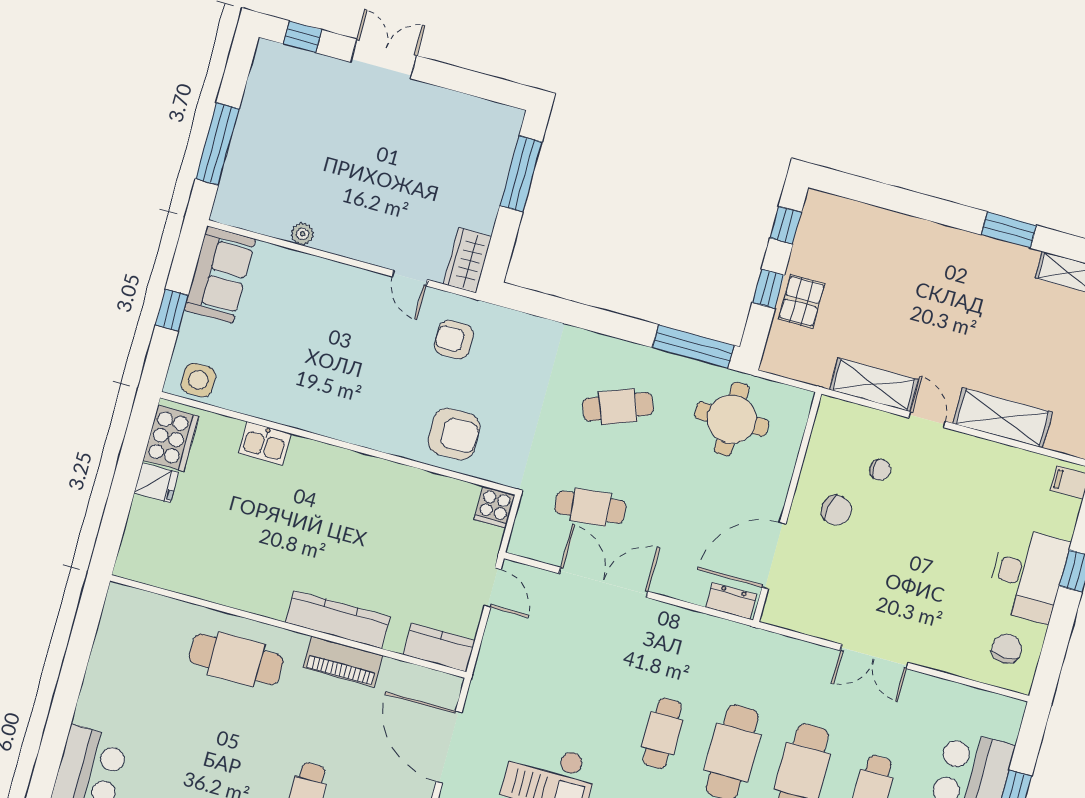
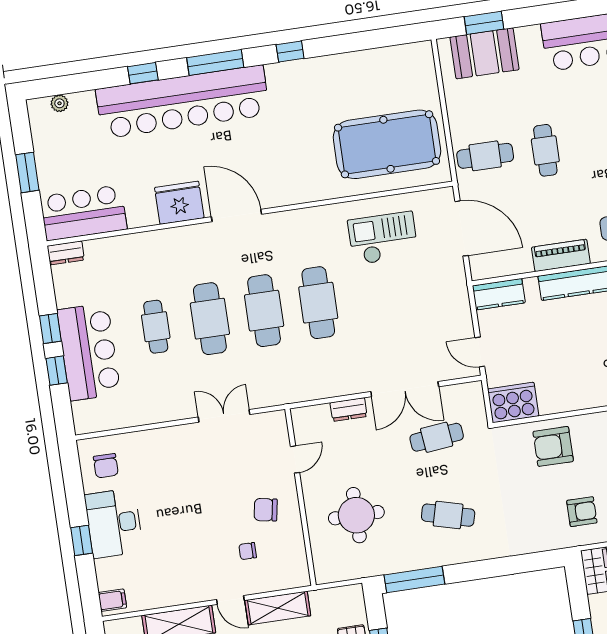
cafe table: (618, 407) -> (448, 515), turned 36
round table: (732, 419) -> (356, 515), moved
cooker: (494, 507) -> (513, 402), width x1.87, depth x1.31
door: (774, 556) -> (295, 459), width x0.53
dresser: (731, 601) -> (349, 410), moved
double door: (874, 657) -> (224, 416), moved
cafe table: (662, 733) -> (318, 303), width x1.37, depth x1.35

